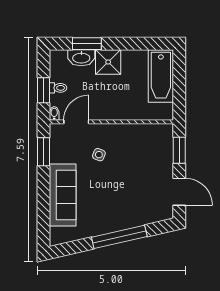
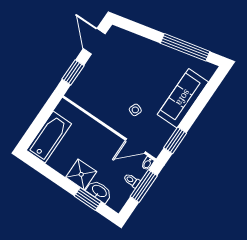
window: (44, 90) -> (144, 186), width x1.44
window: (119, 237) -> (185, 47), moved

